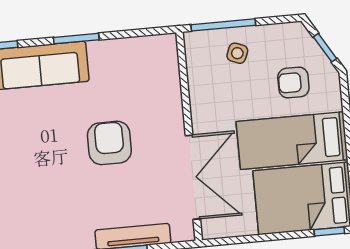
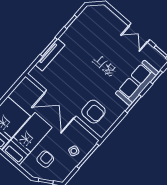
armchair: (109, 143) -> (93, 112), moved
double door: (193, 177) -> (60, 104), moved

